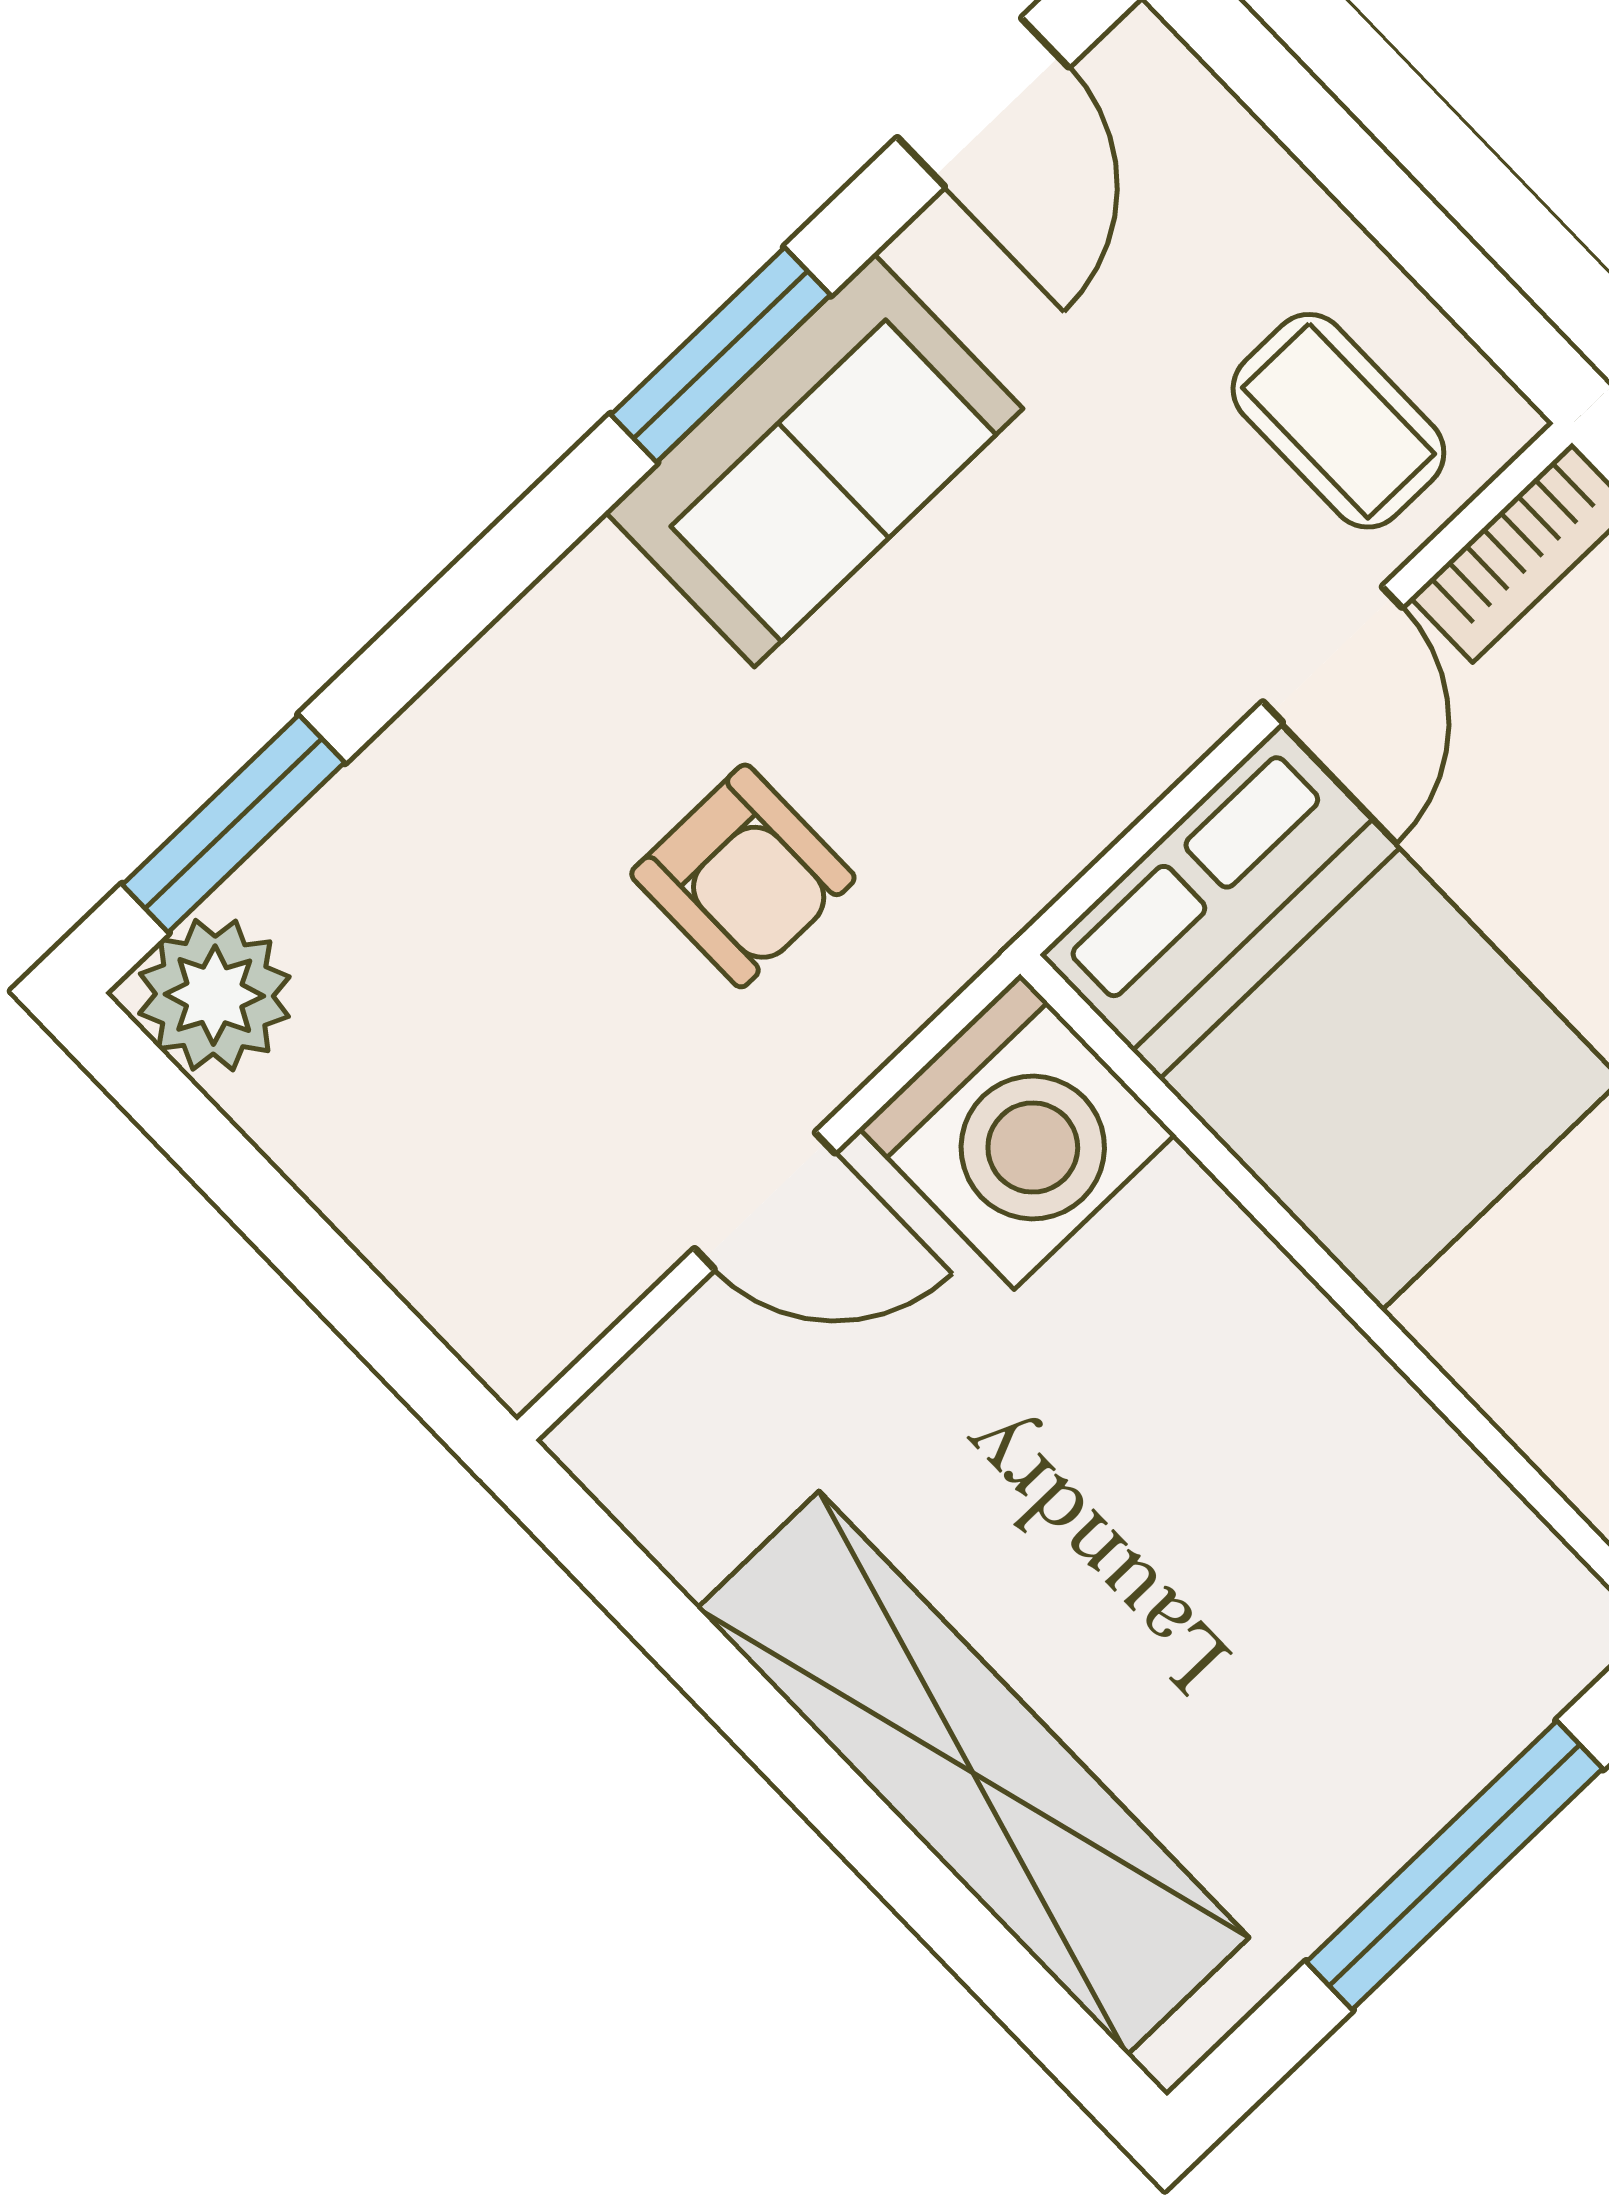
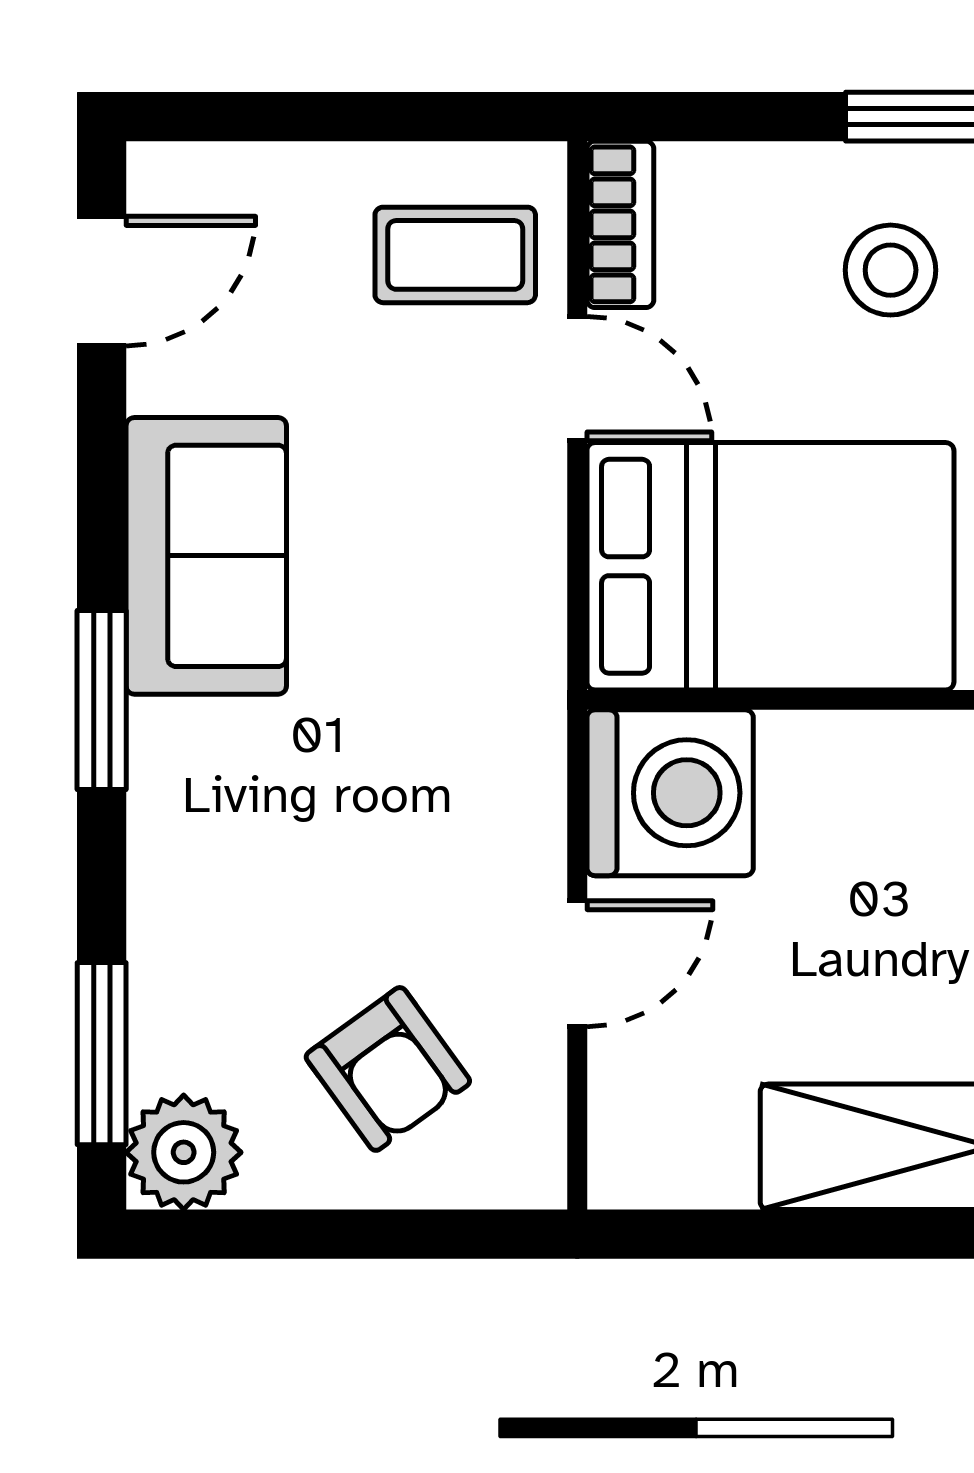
door: (983, 102) -> (102, 281), hinge flipped
window: (721, 355) -> (102, 700), moved
armchair: (743, 876) -> (388, 1069), moved, turned 54

